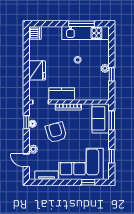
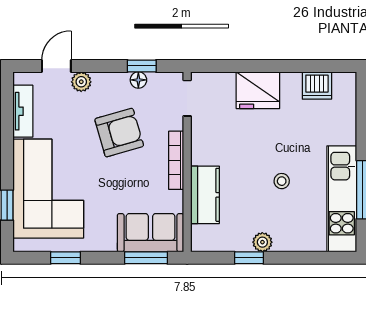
dishwasher: (35, 33) -> (317, 85), moved
kitchen counter: (62, 94) -> (205, 195), moved

